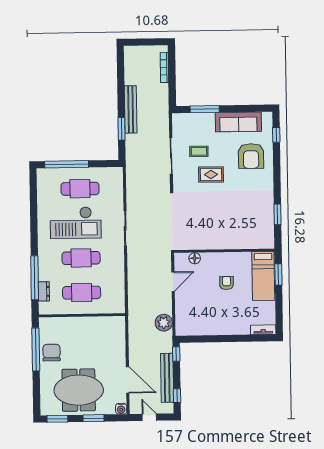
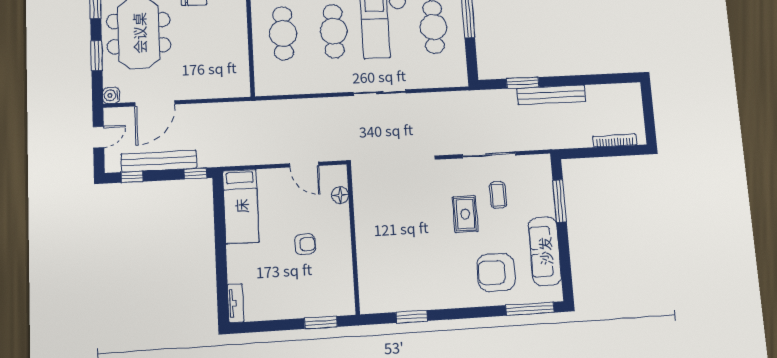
window: (276, 135) -> (530, 309), width x2.17
bed: (263, 276) -> (241, 206), moved, turned -90
plant: (164, 323) -> (242, 153), removed

